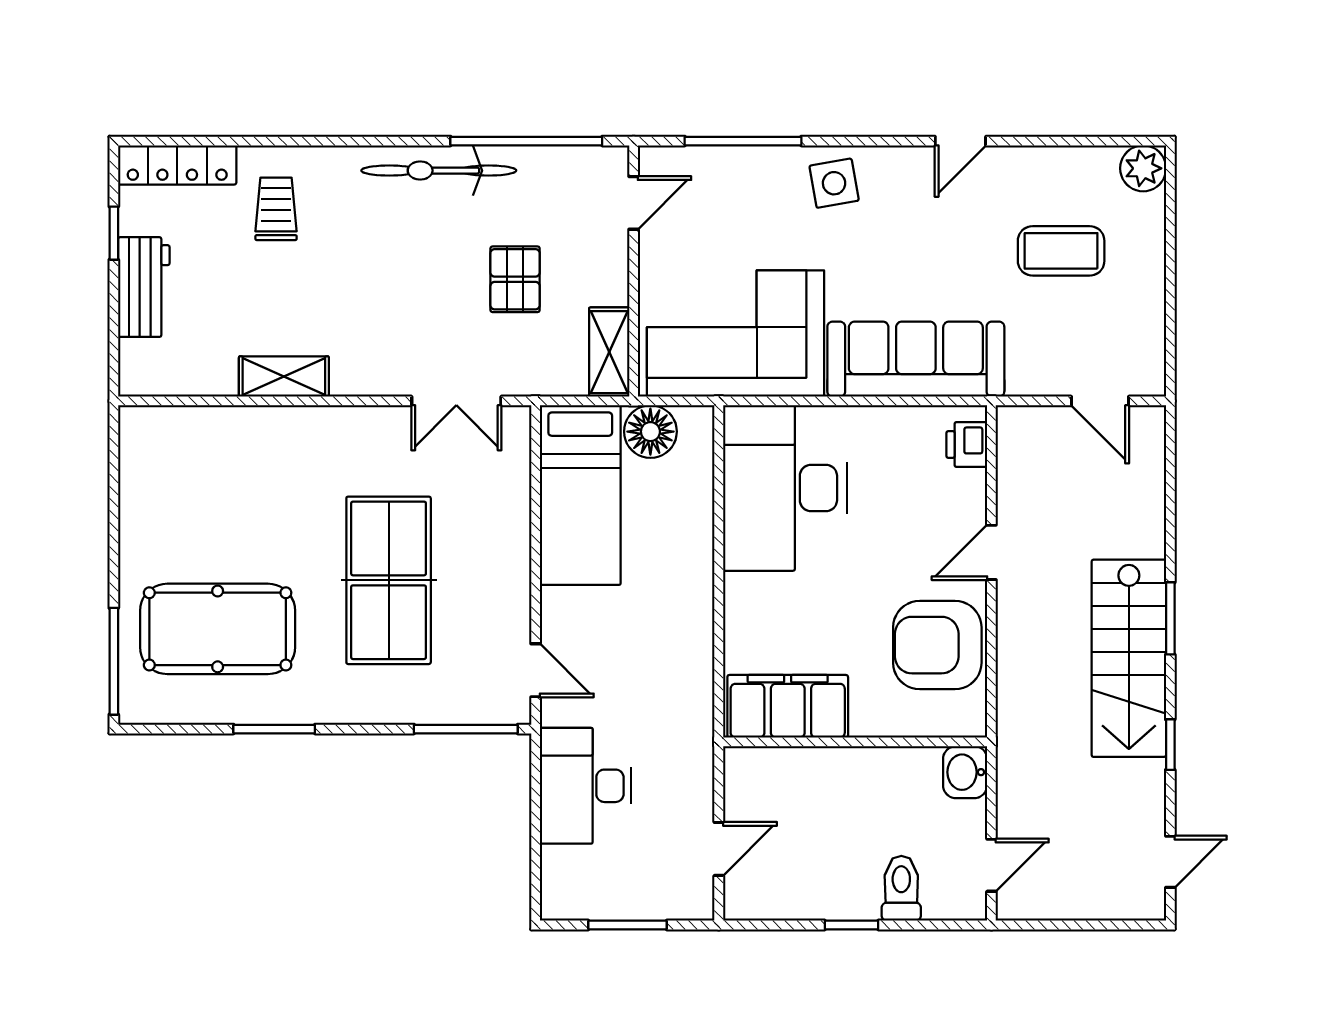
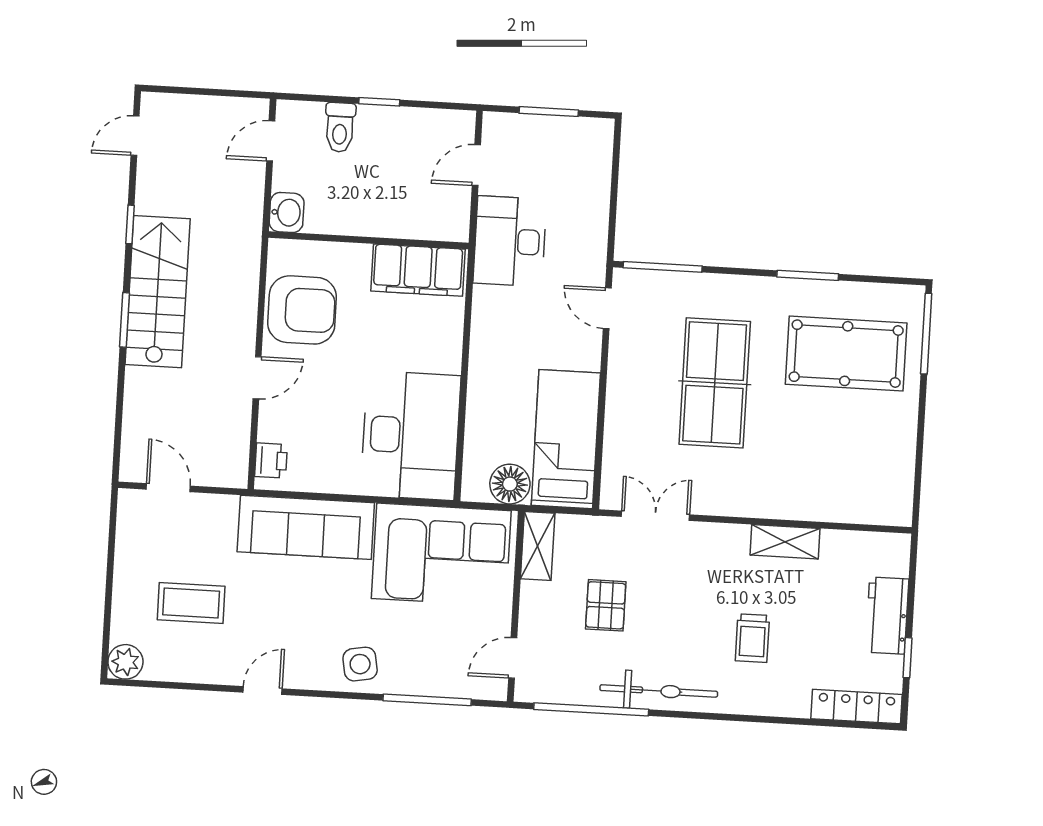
trolley: (276, 209) -> (752, 638), moved
desk: (585, 786) -> (510, 241), moved, turned 180

